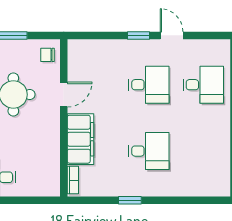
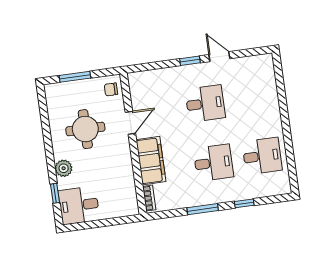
desk: (203, 85) -> (262, 156), moved
window: (130, 200) -> (203, 209), width x1.50
window: (176, 200) -> (244, 203), added

